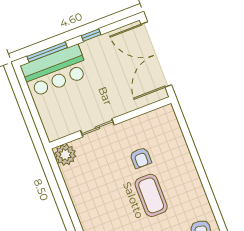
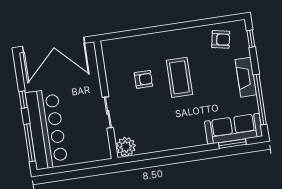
bar counter: (55, 71) -> (47, 129), width x1.36
coffee table: (151, 195) -> (179, 77), turned 90

